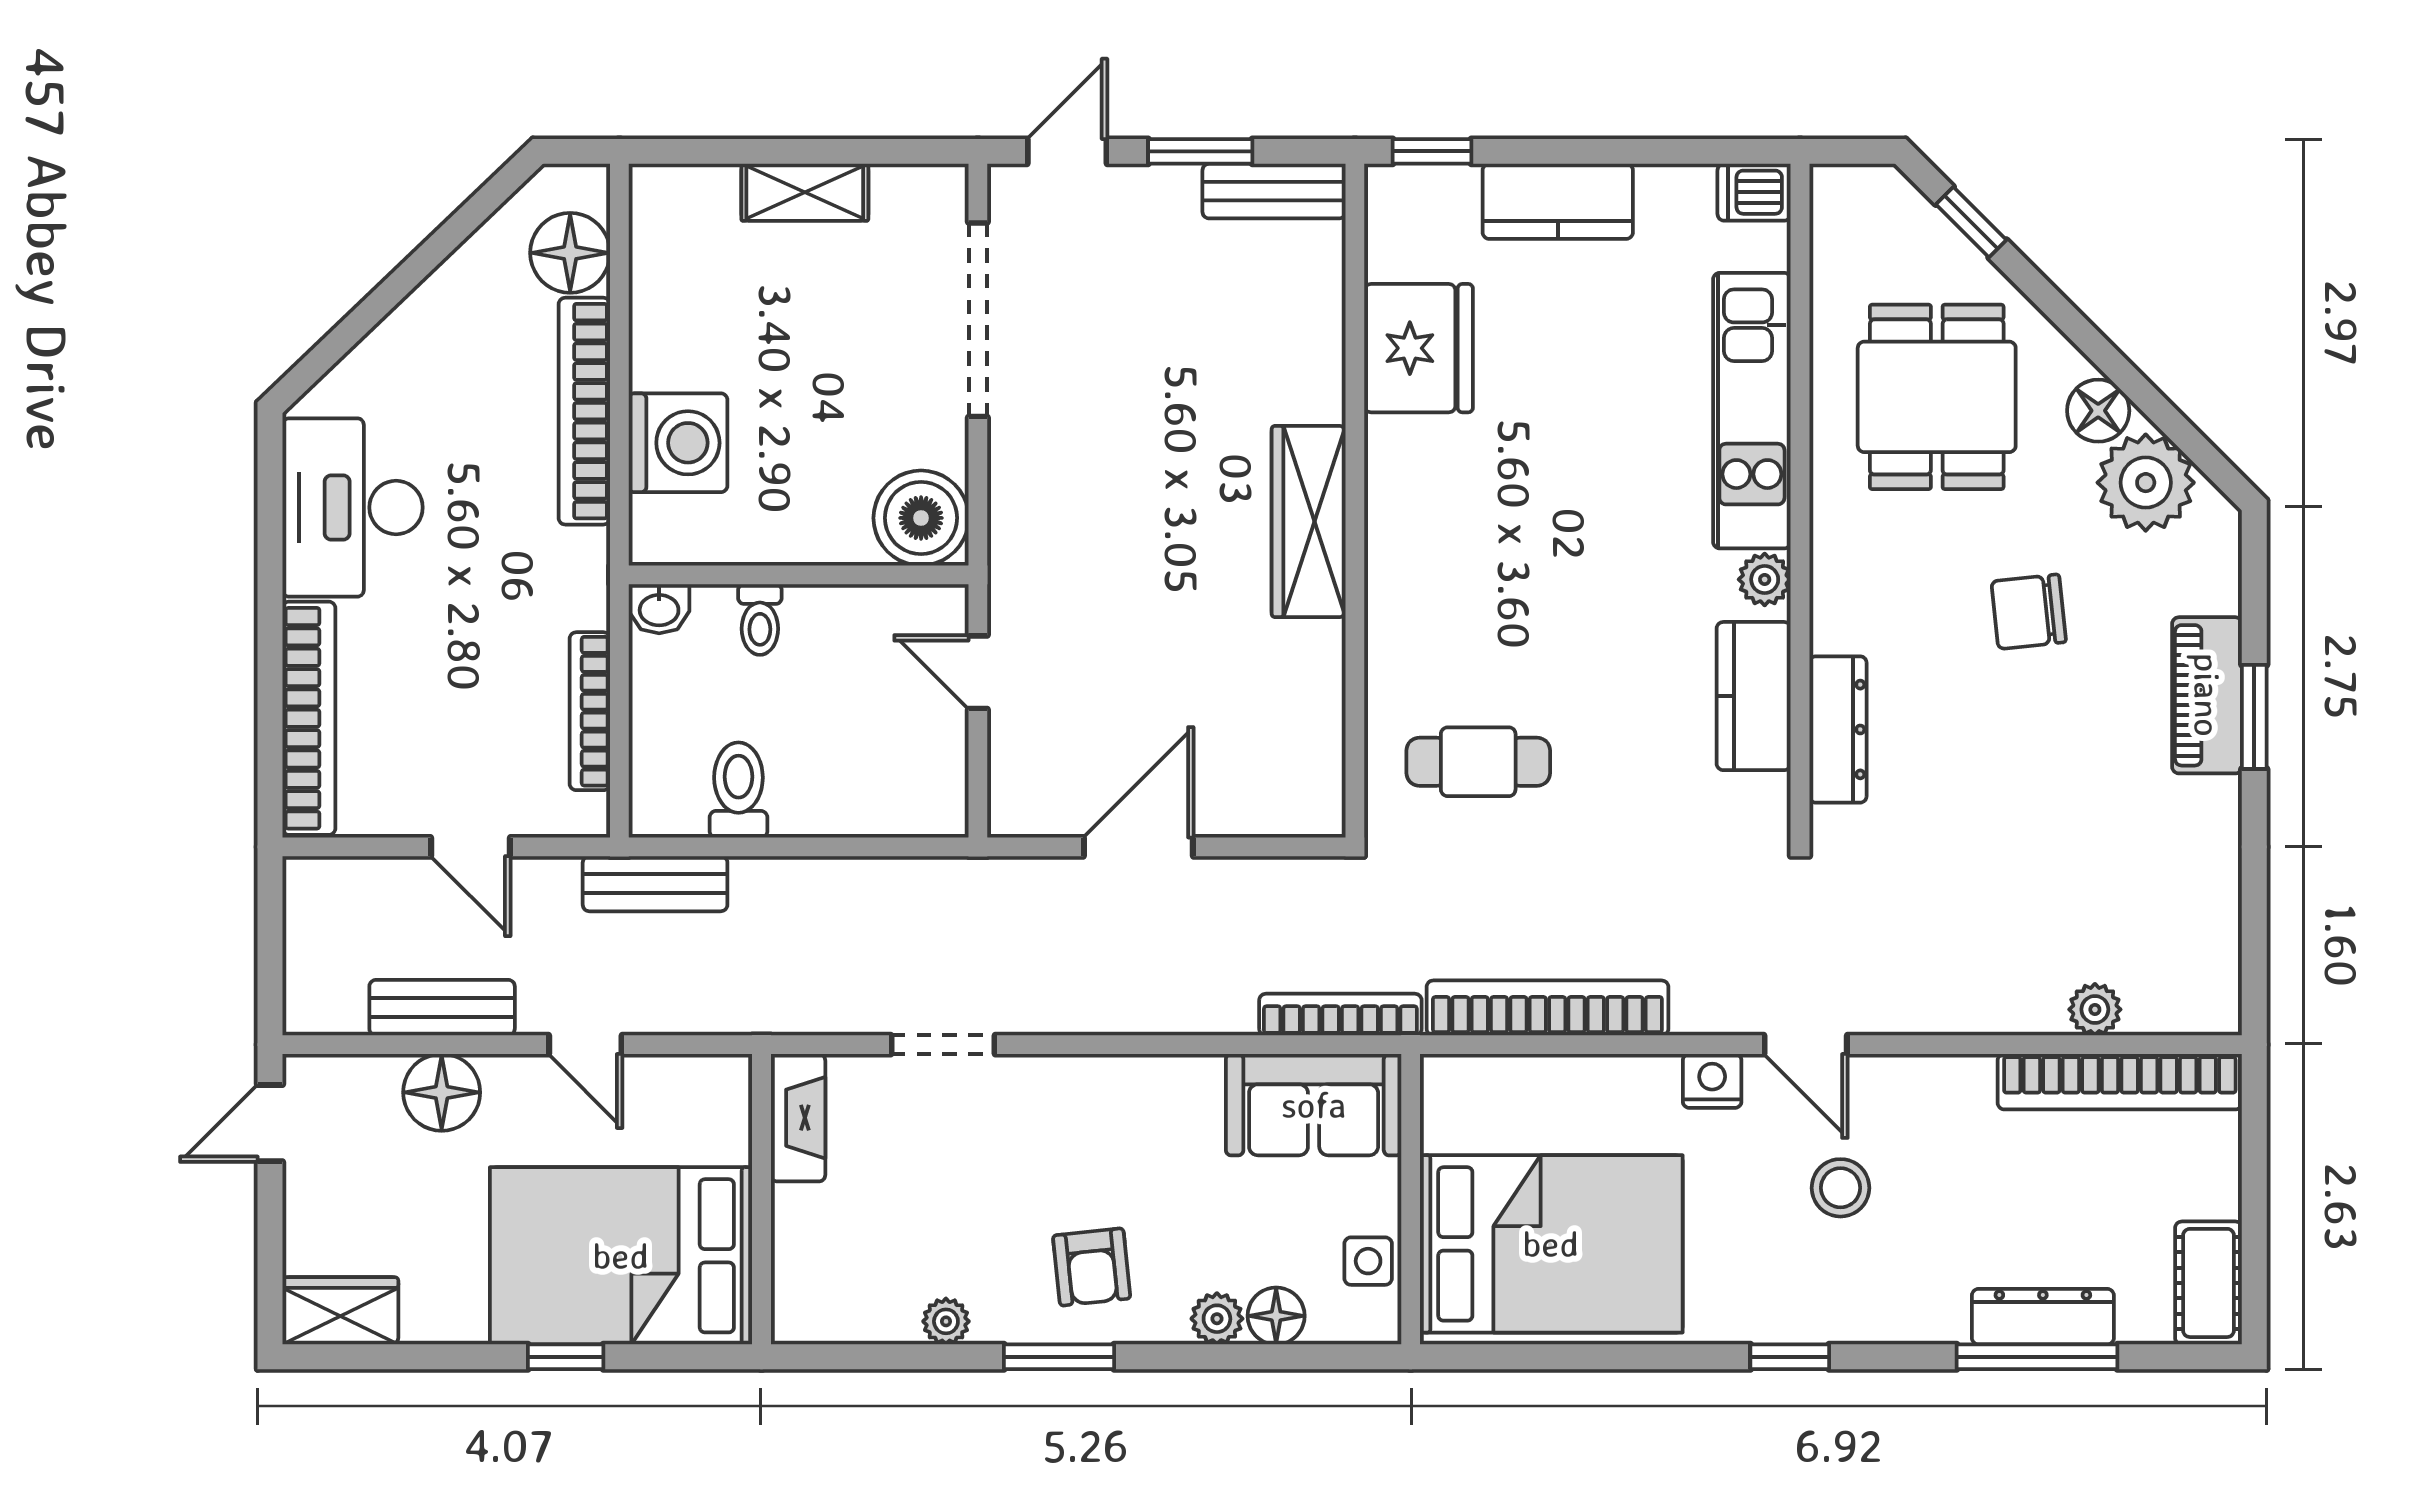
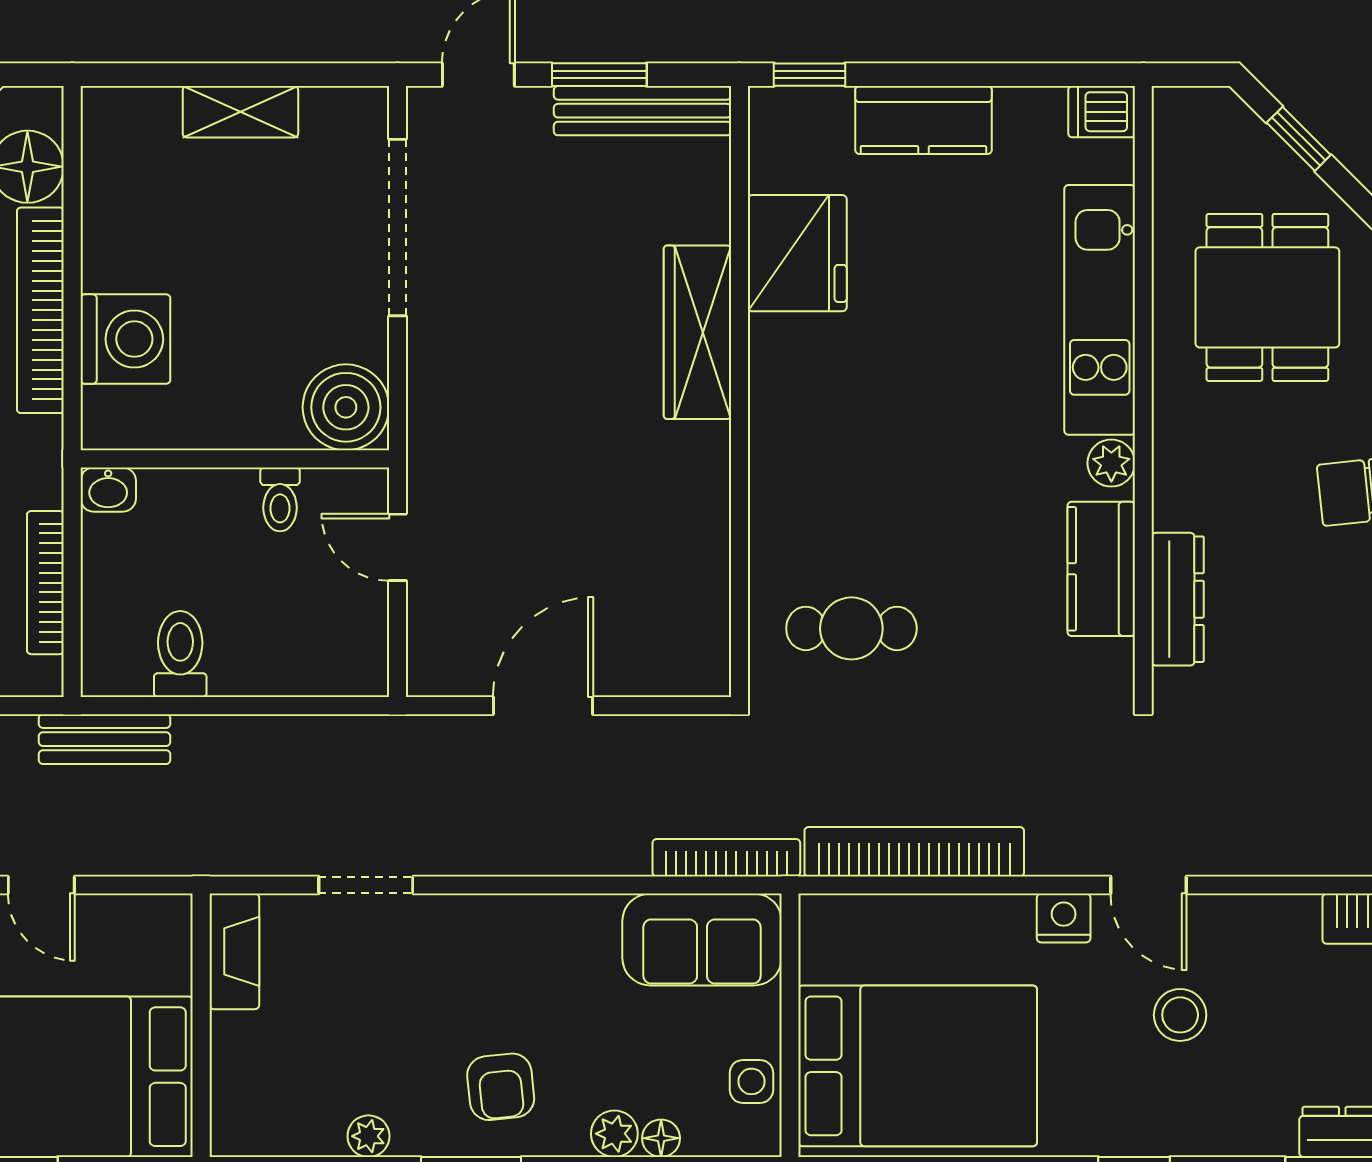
bench: (1274, 191) -> (643, 111), width x1.36
wardrobe: (1309, 521) -> (698, 332), moved
toilet: (760, 619) -> (280, 499), moved
floor lamp: (1276, 1316) -> (661, 1138), width x0.73, depth x0.73

